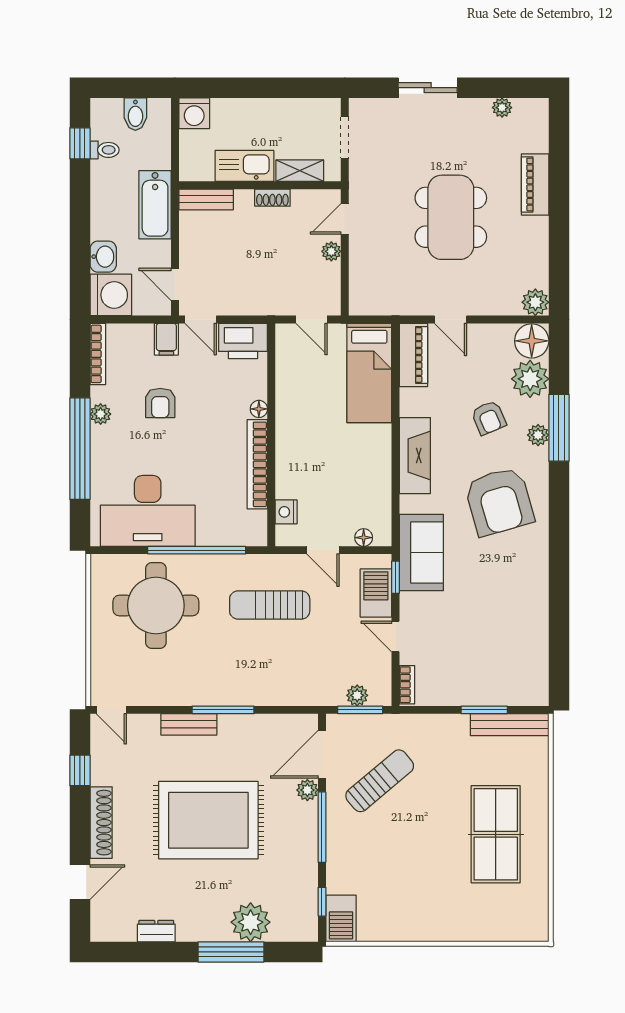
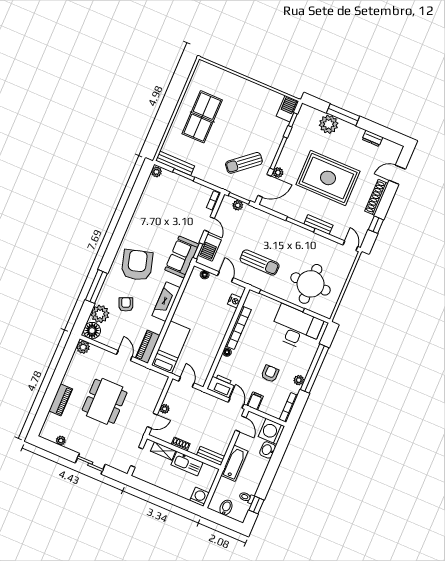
plant: (538, 435) -> (156, 172), moved

